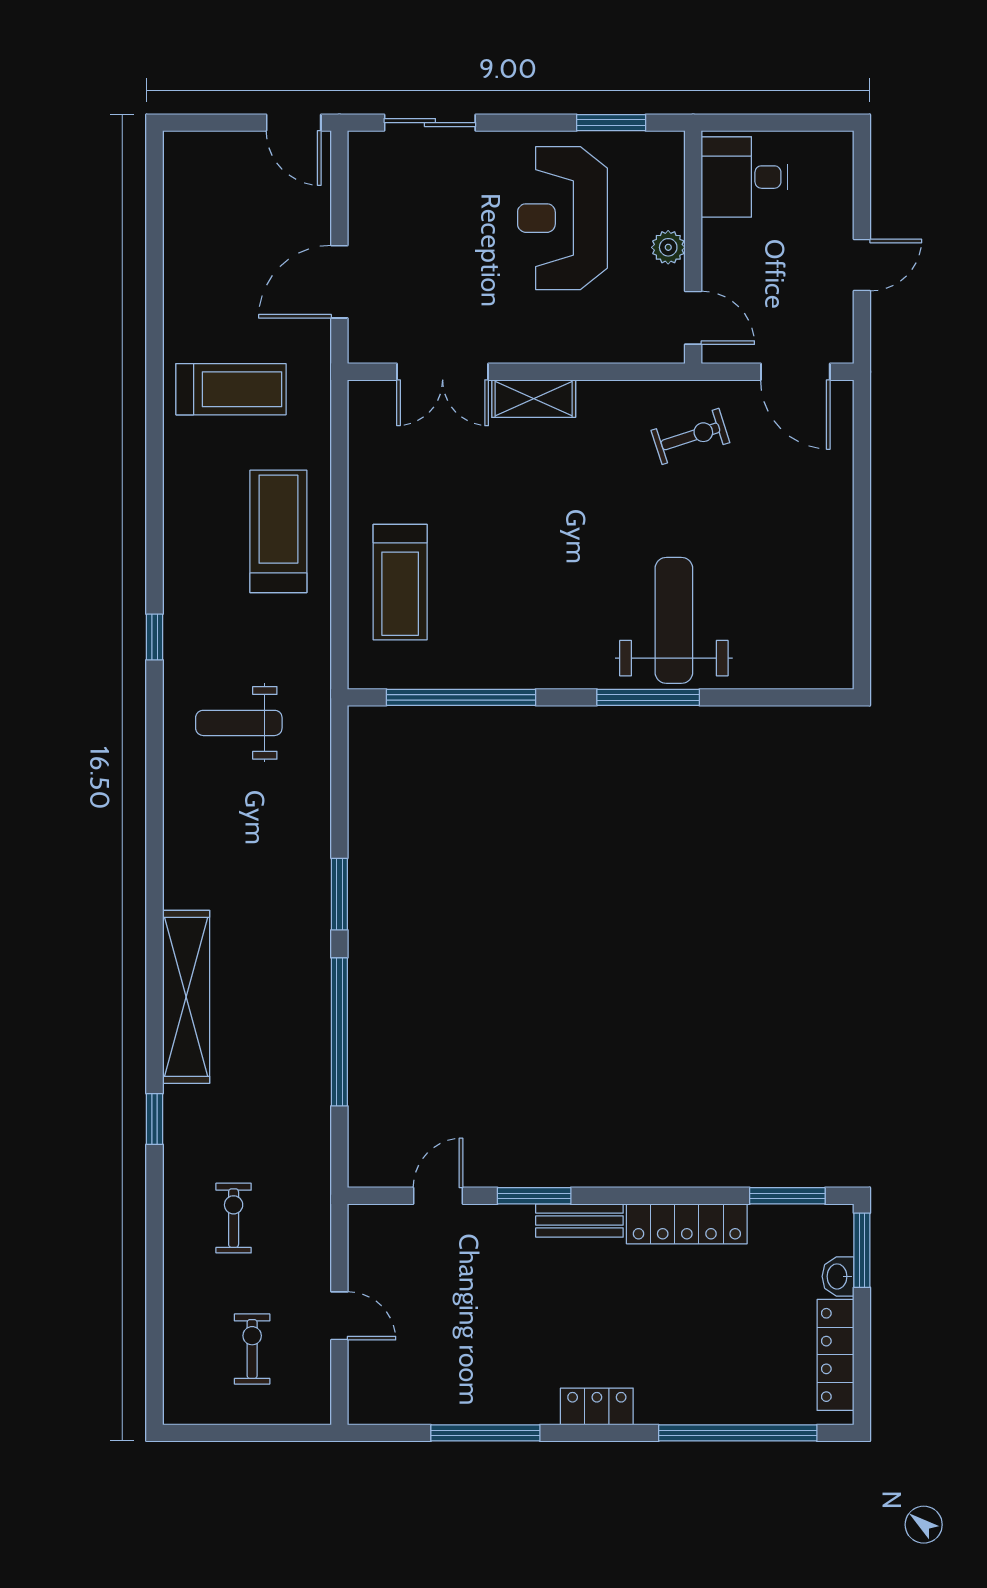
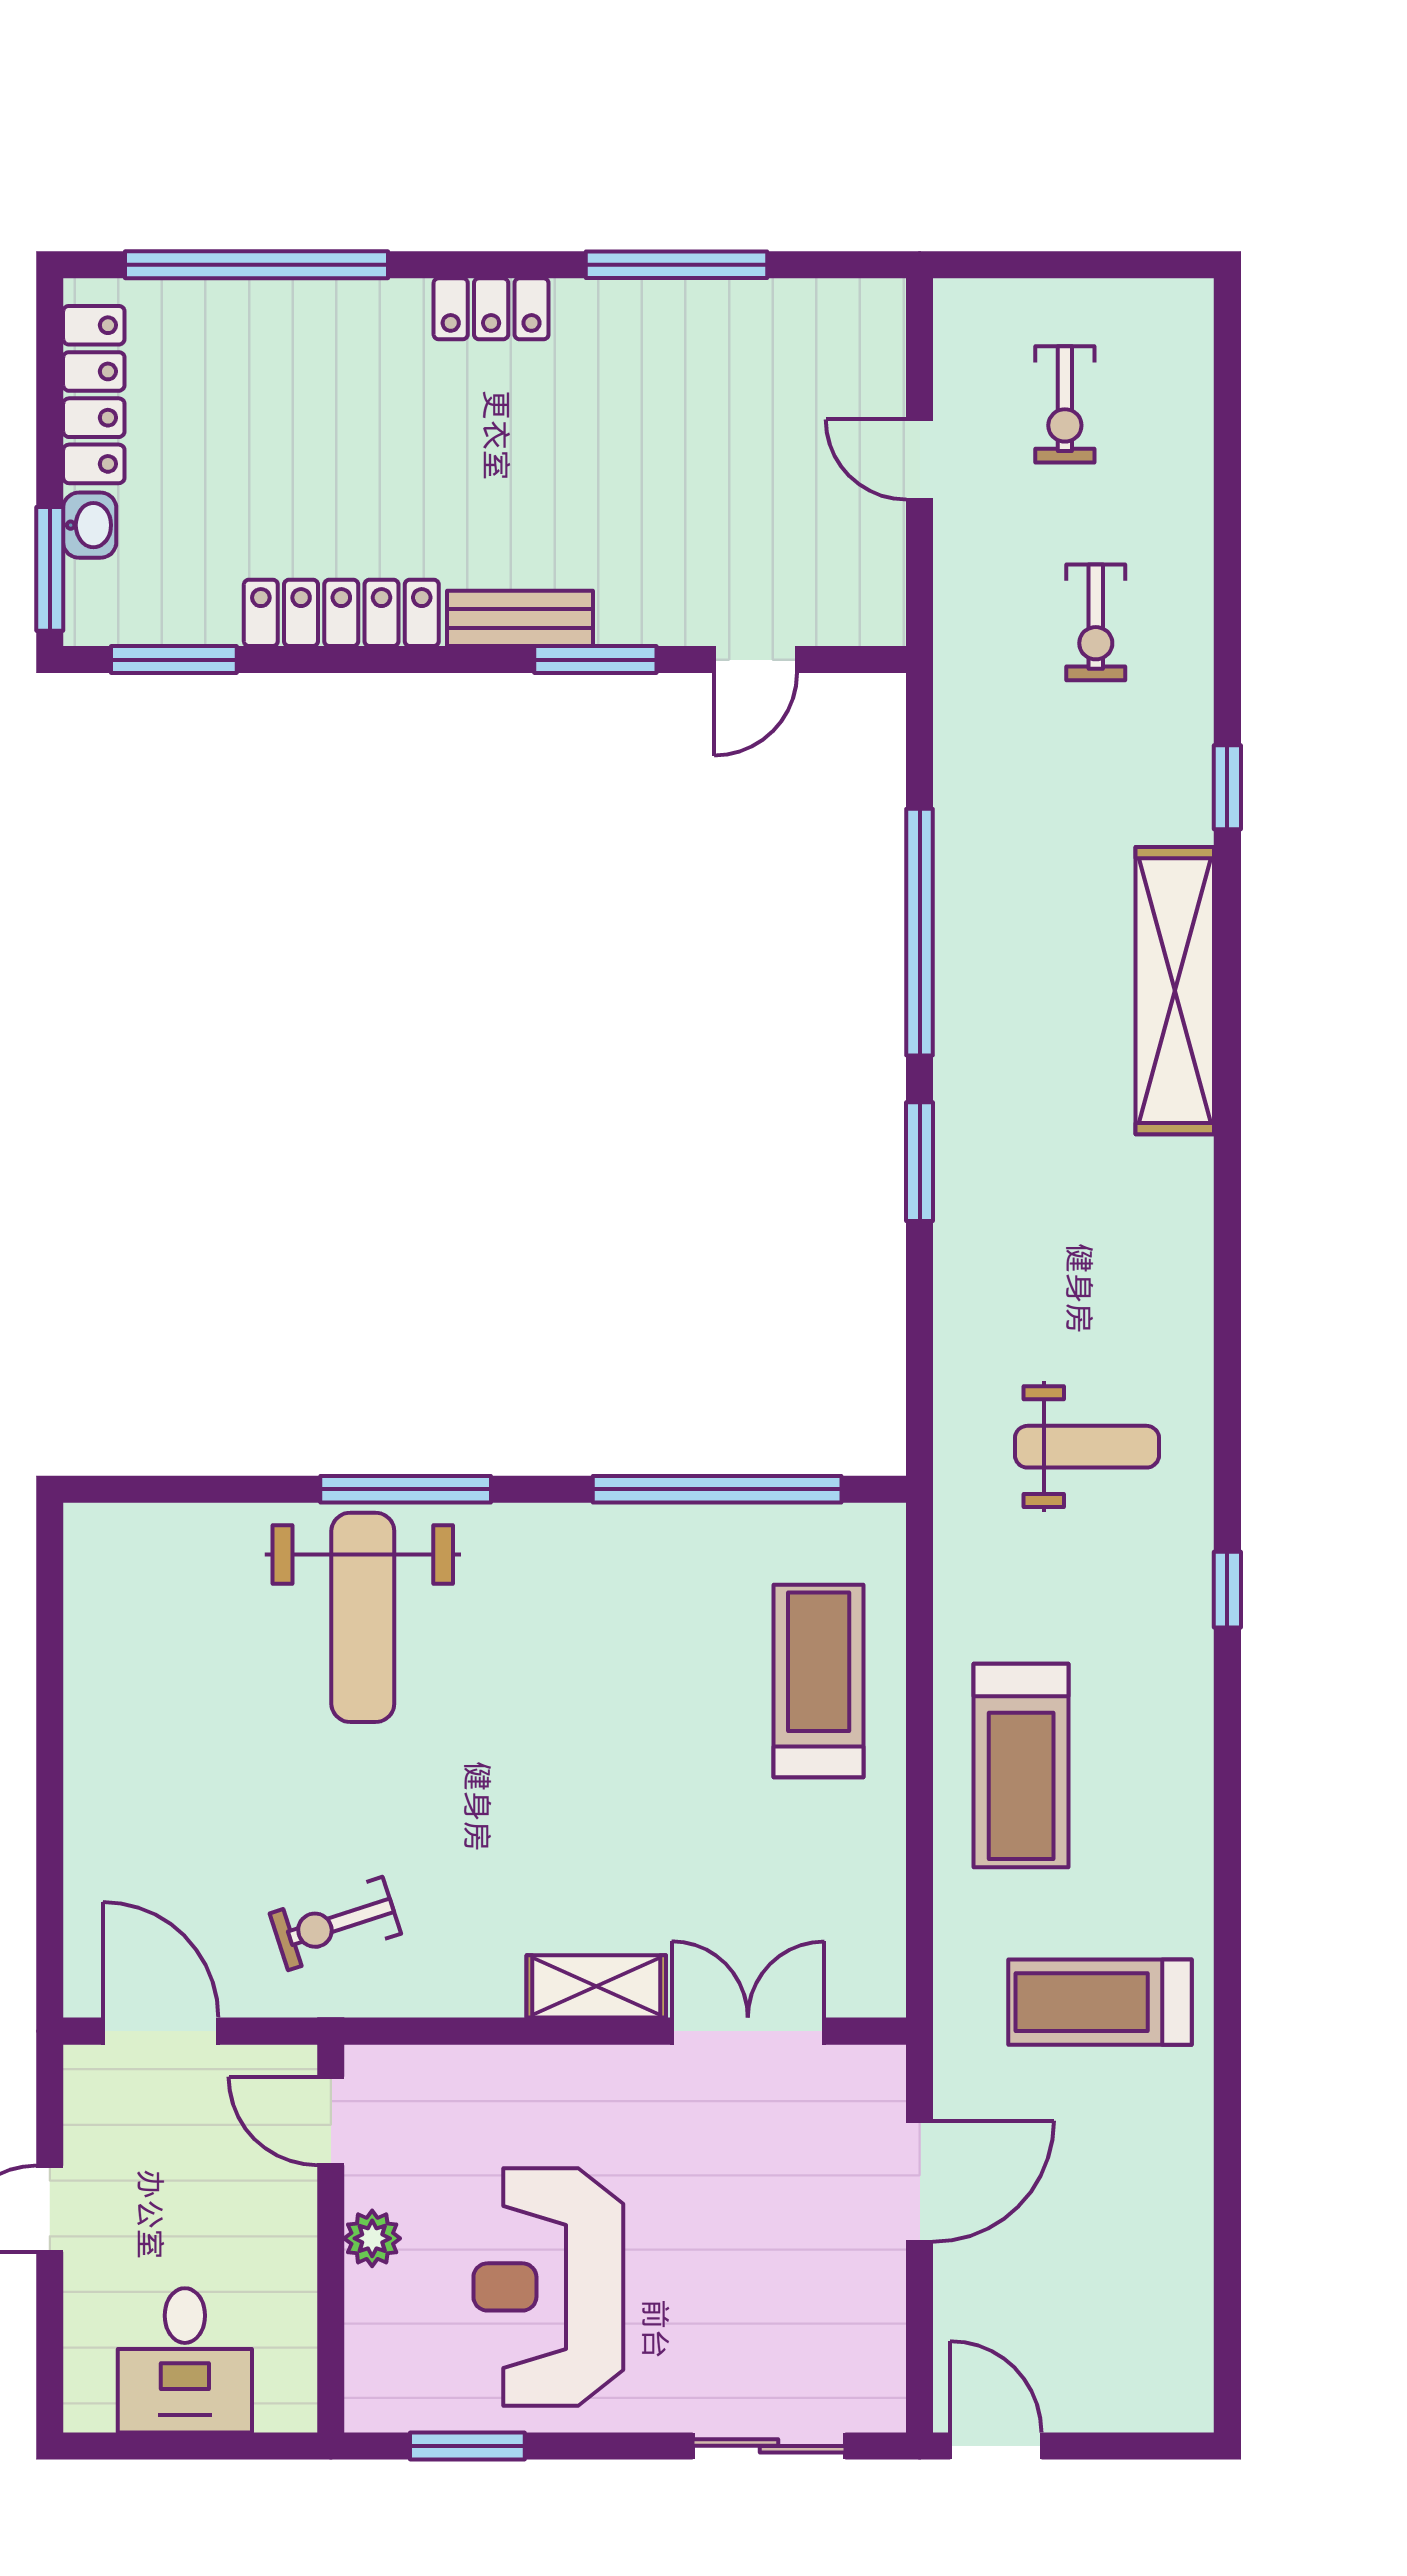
desk: (745, 177) -> (185, 2360), moved, turned 90
reception desk: (562, 218) -> (548, 2287), turned 180

